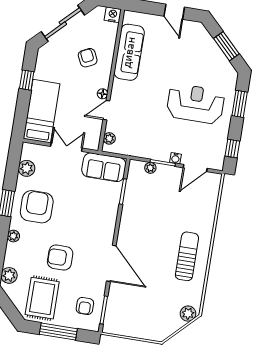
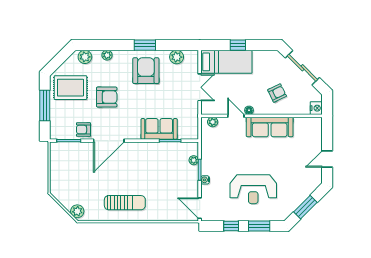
sofa: (129, 52) -> (270, 127), moved
window: (27, 80) -> (238, 45), moved
reception desk: (196, 104) -> (253, 189), turned 90
window: (232, 149) -> (231, 226), moved
sofa: (104, 167) -> (159, 129), moved, turned 90
door: (195, 168) -> (200, 208), moved
armchair: (37, 207) -> (146, 71), turned -90
plant: (13, 236) -> (107, 55), moved
armchair: (60, 258) -> (107, 97), turned 90
armchair: (85, 306) -> (83, 130), moved

